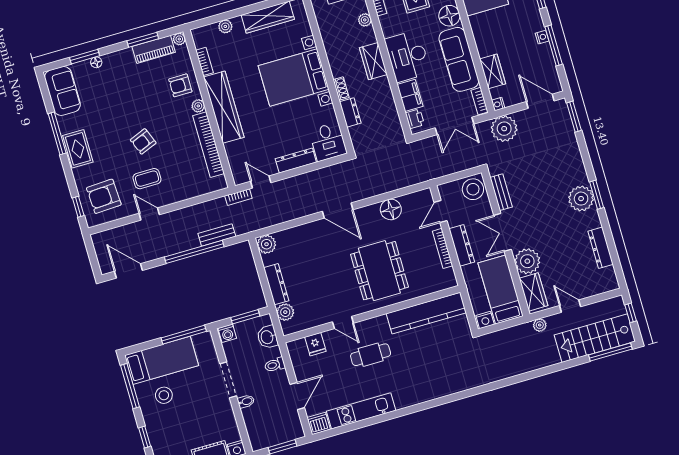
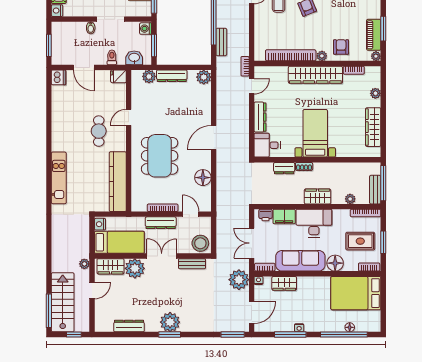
bed with nightstands: (294, 78) -> (315, 133), width x0.73
dining table: (379, 271) -> (160, 156), turned 90
fridge: (315, 344) -> (118, 76), moved
kitchen unit: (361, 411) -> (59, 178), moved

